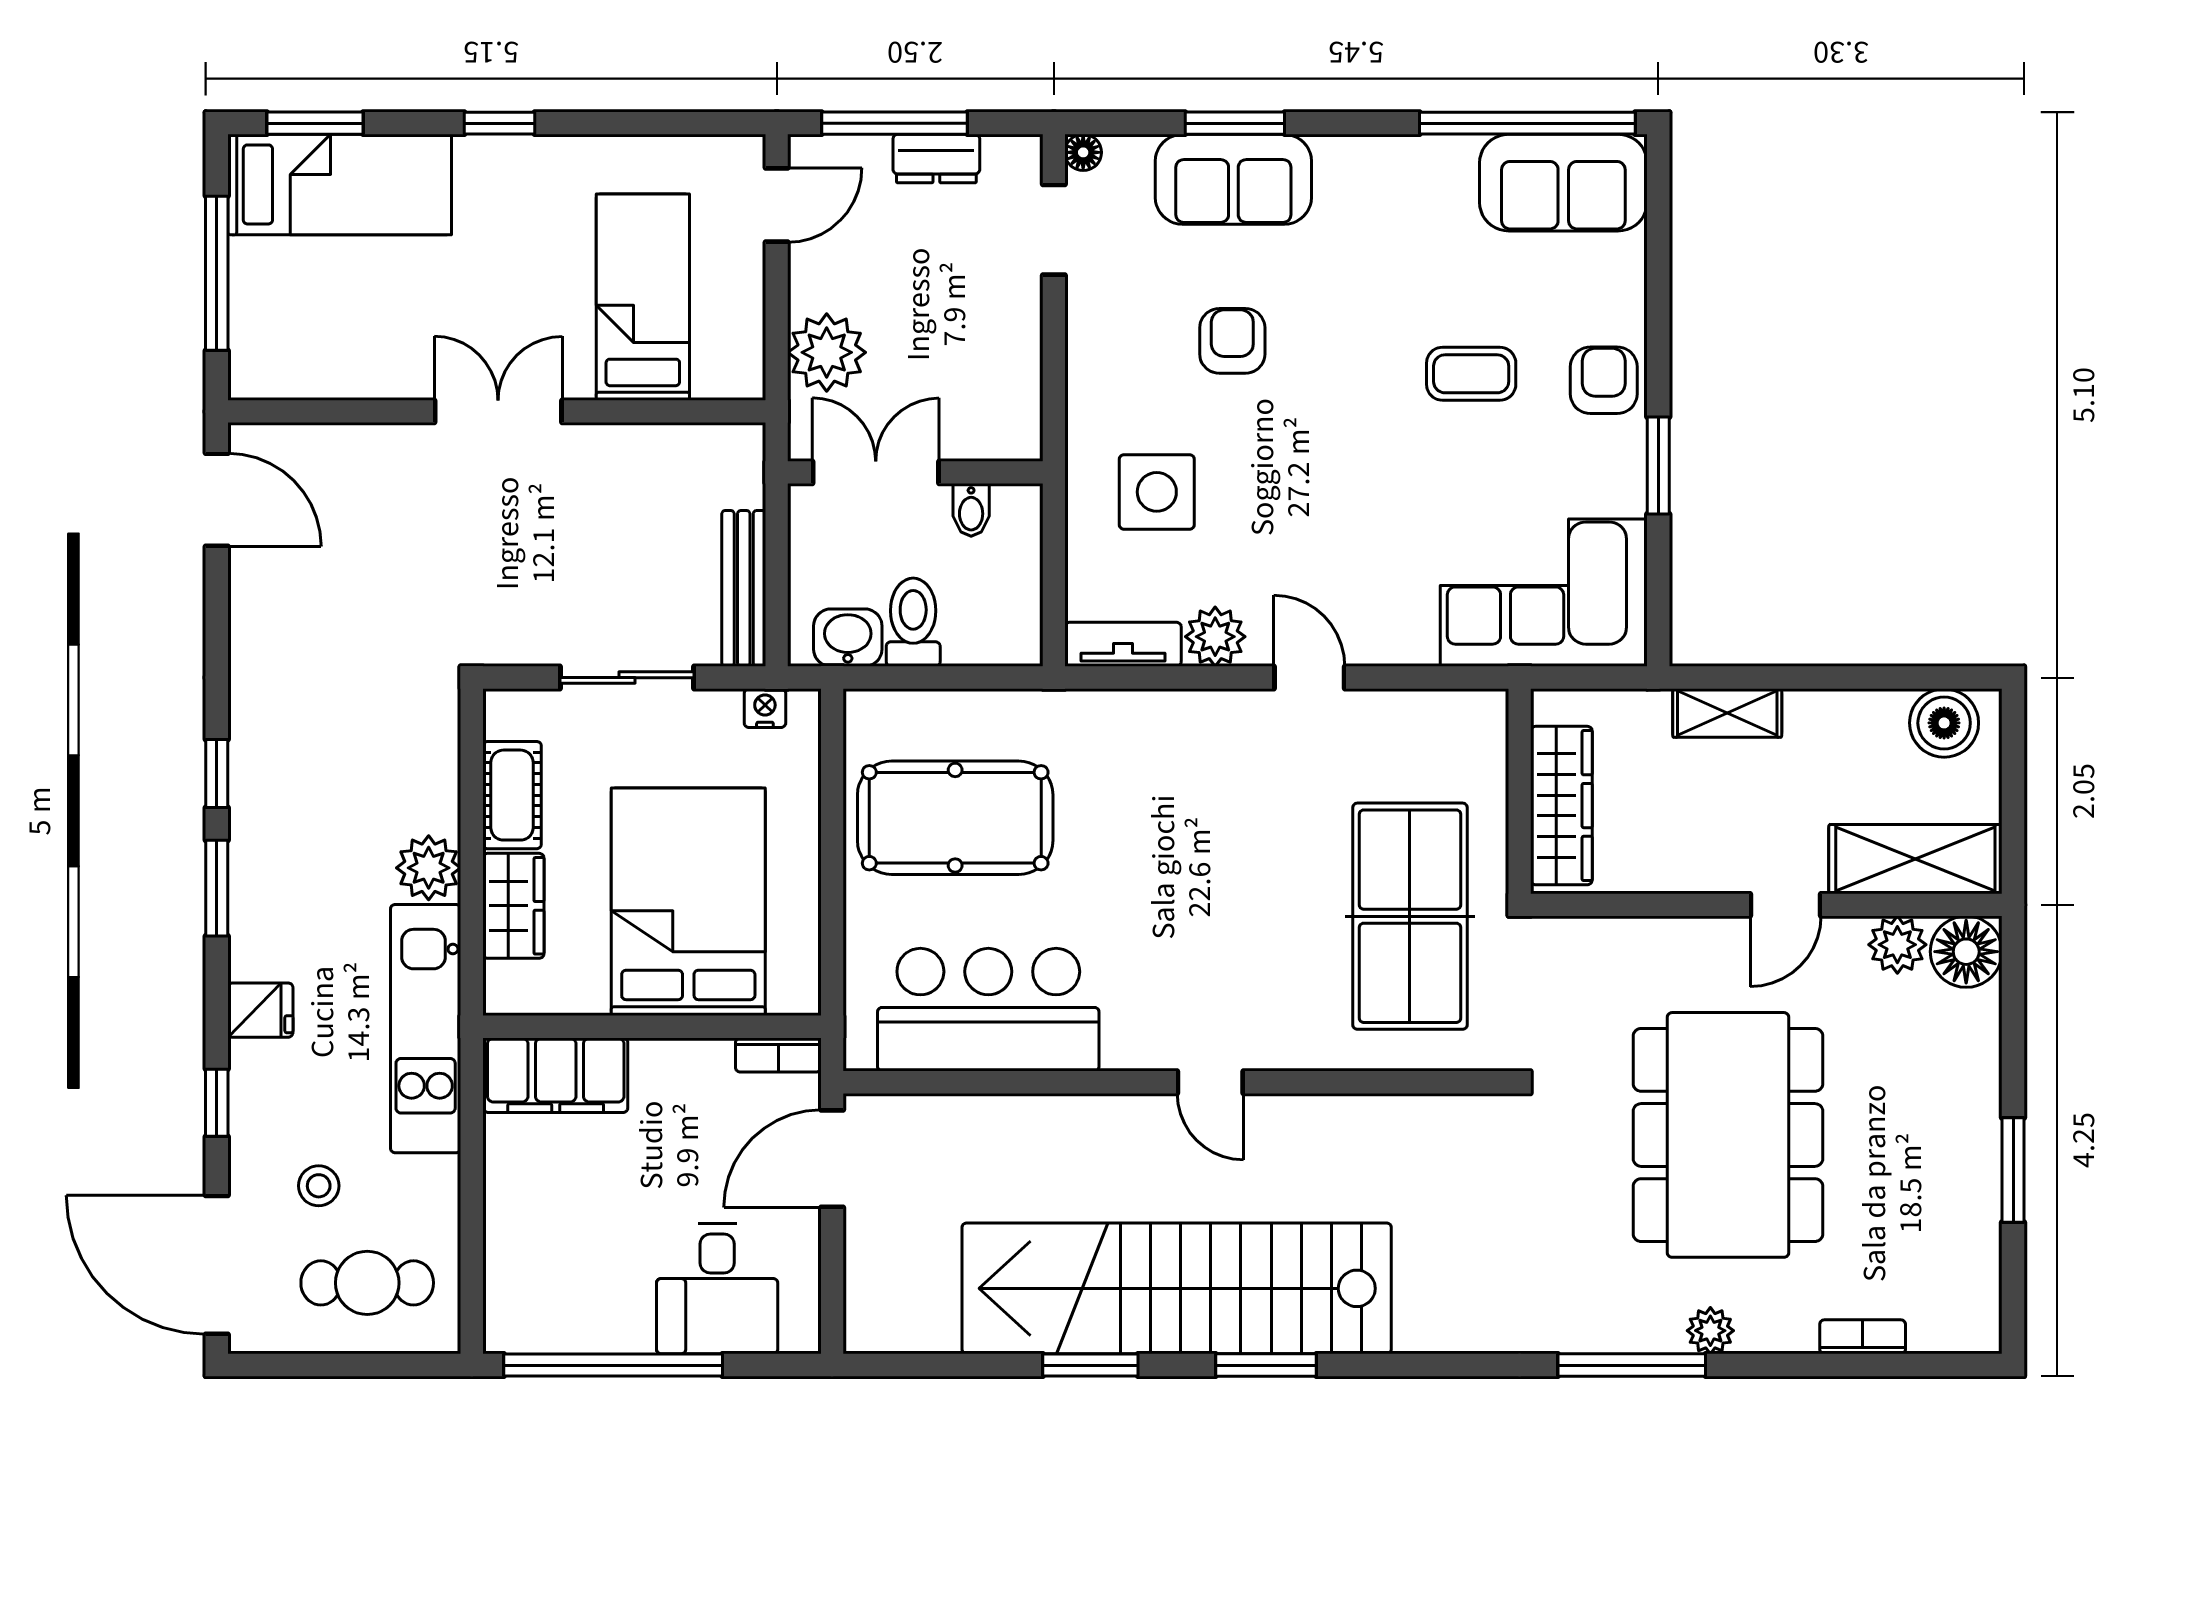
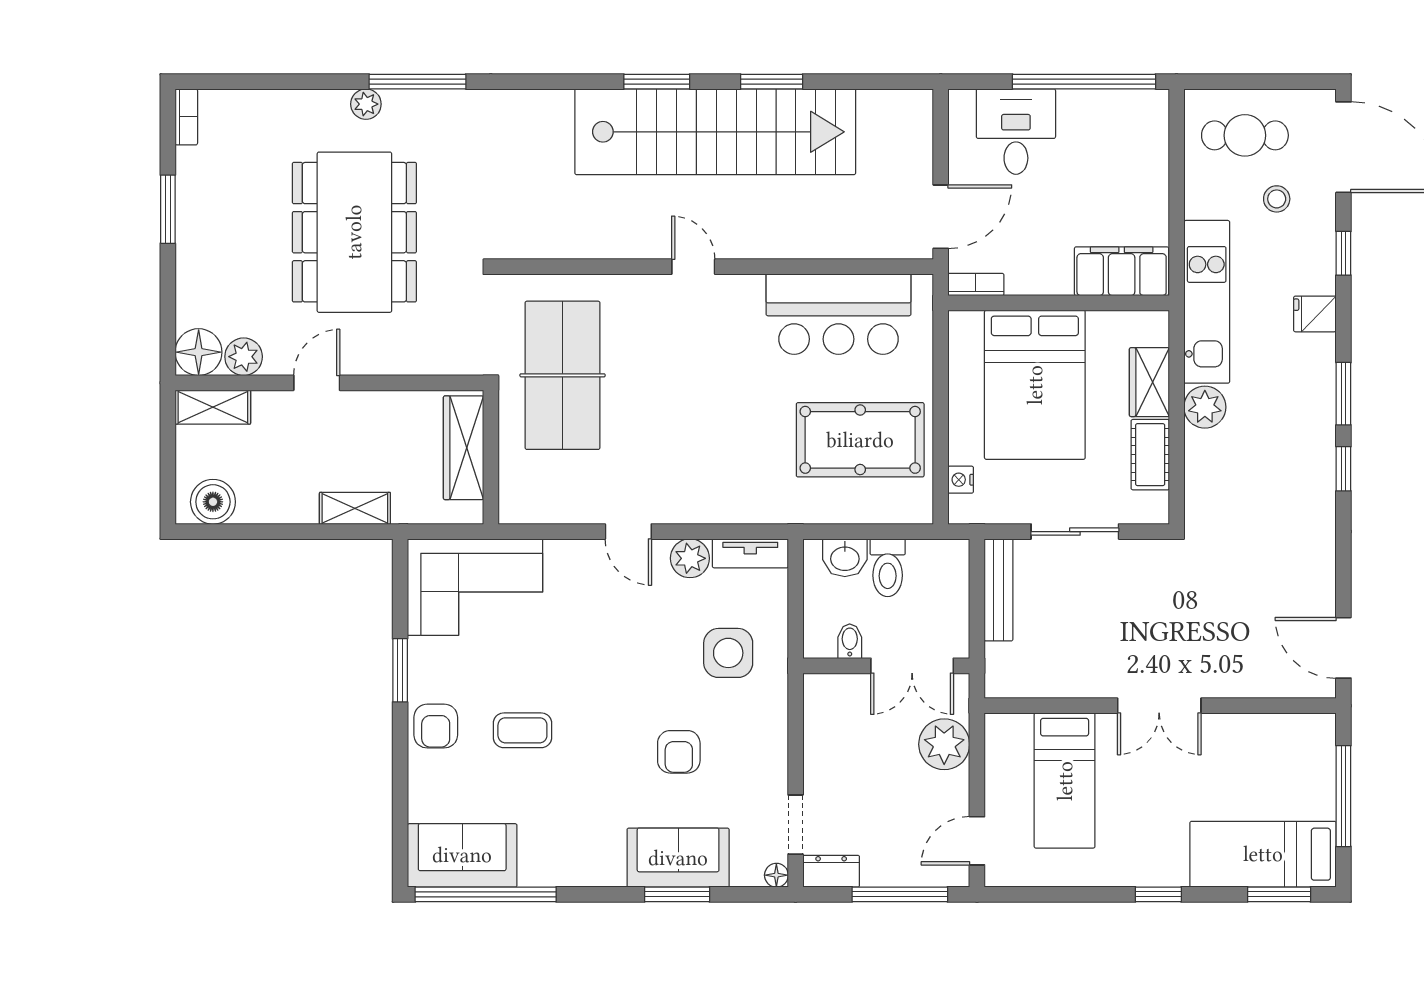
dresser: (936, 159) -> (831, 871), moved
washbasin: (848, 638) -> (845, 558), moved
nightstand: (765, 708) -> (961, 480), moved, turned 90
shelving: (1915, 859) -> (213, 407), width x0.67, depth x0.75
bookcase: (1863, 1337) -> (186, 117), moved, turned -90

